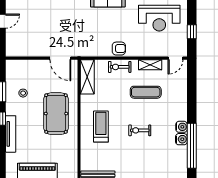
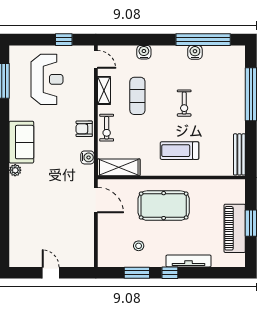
armchair: (119, 49) -> (84, 129), turned -90
water cooler: (95, 51) -> (87, 157), added
door: (60, 58) -> (96, 200), hinge flipped
water cooler: (181, 127) -> (144, 52), moved

